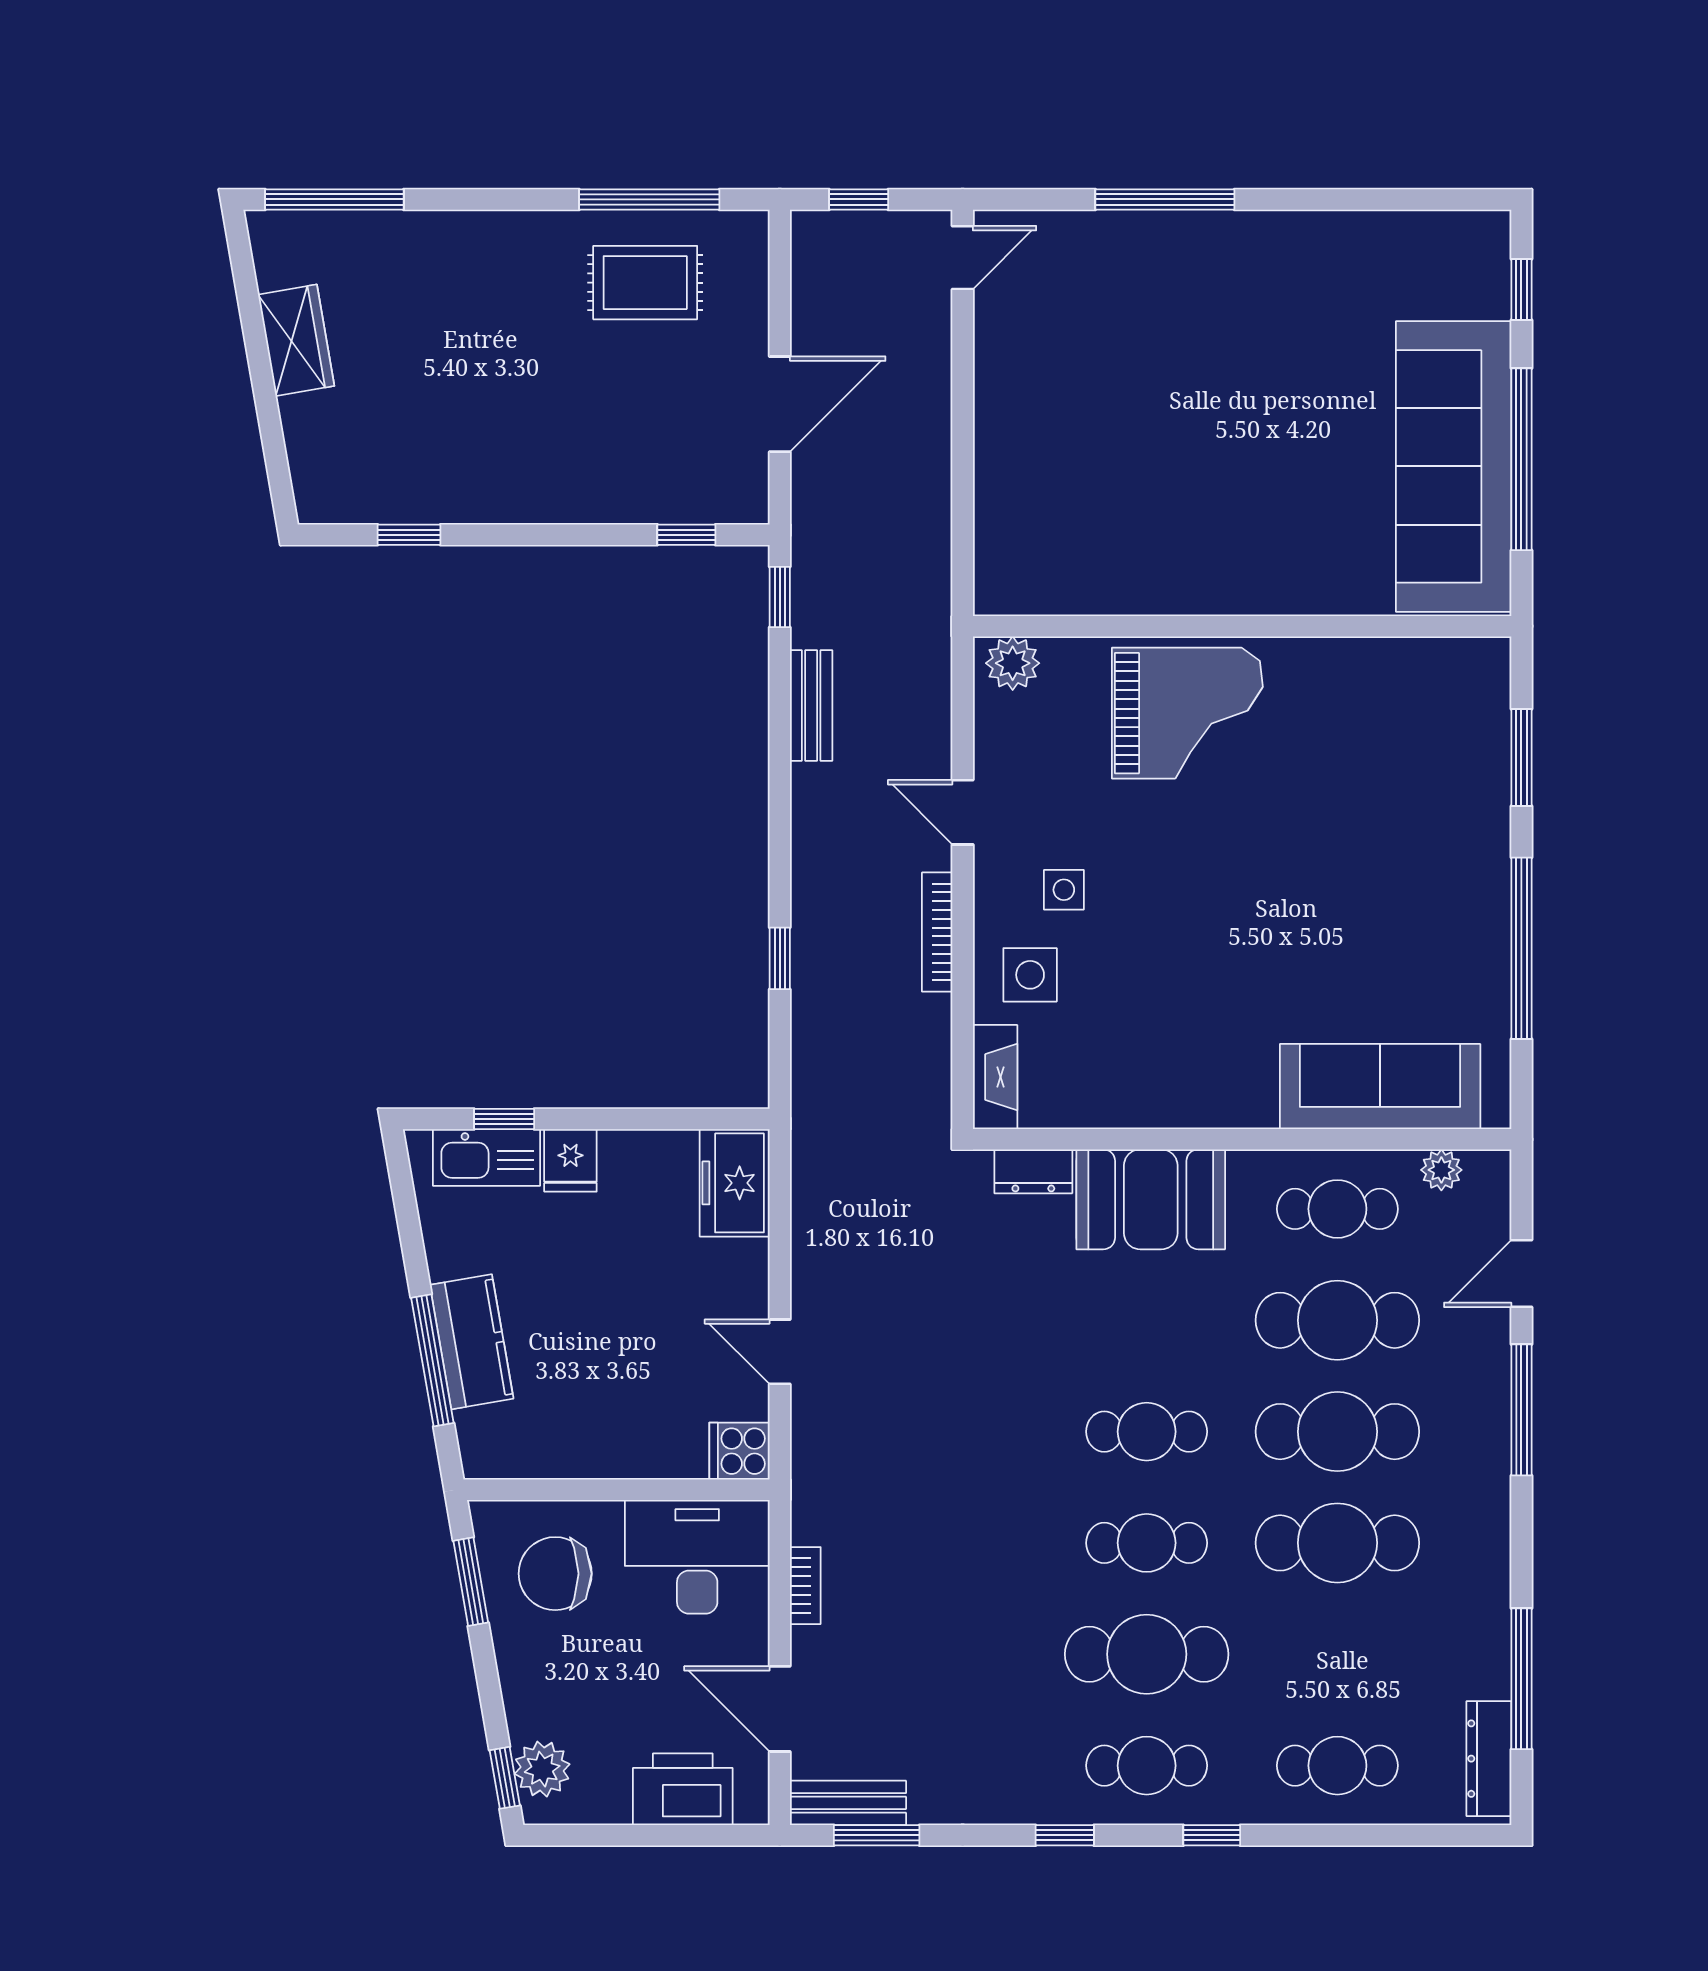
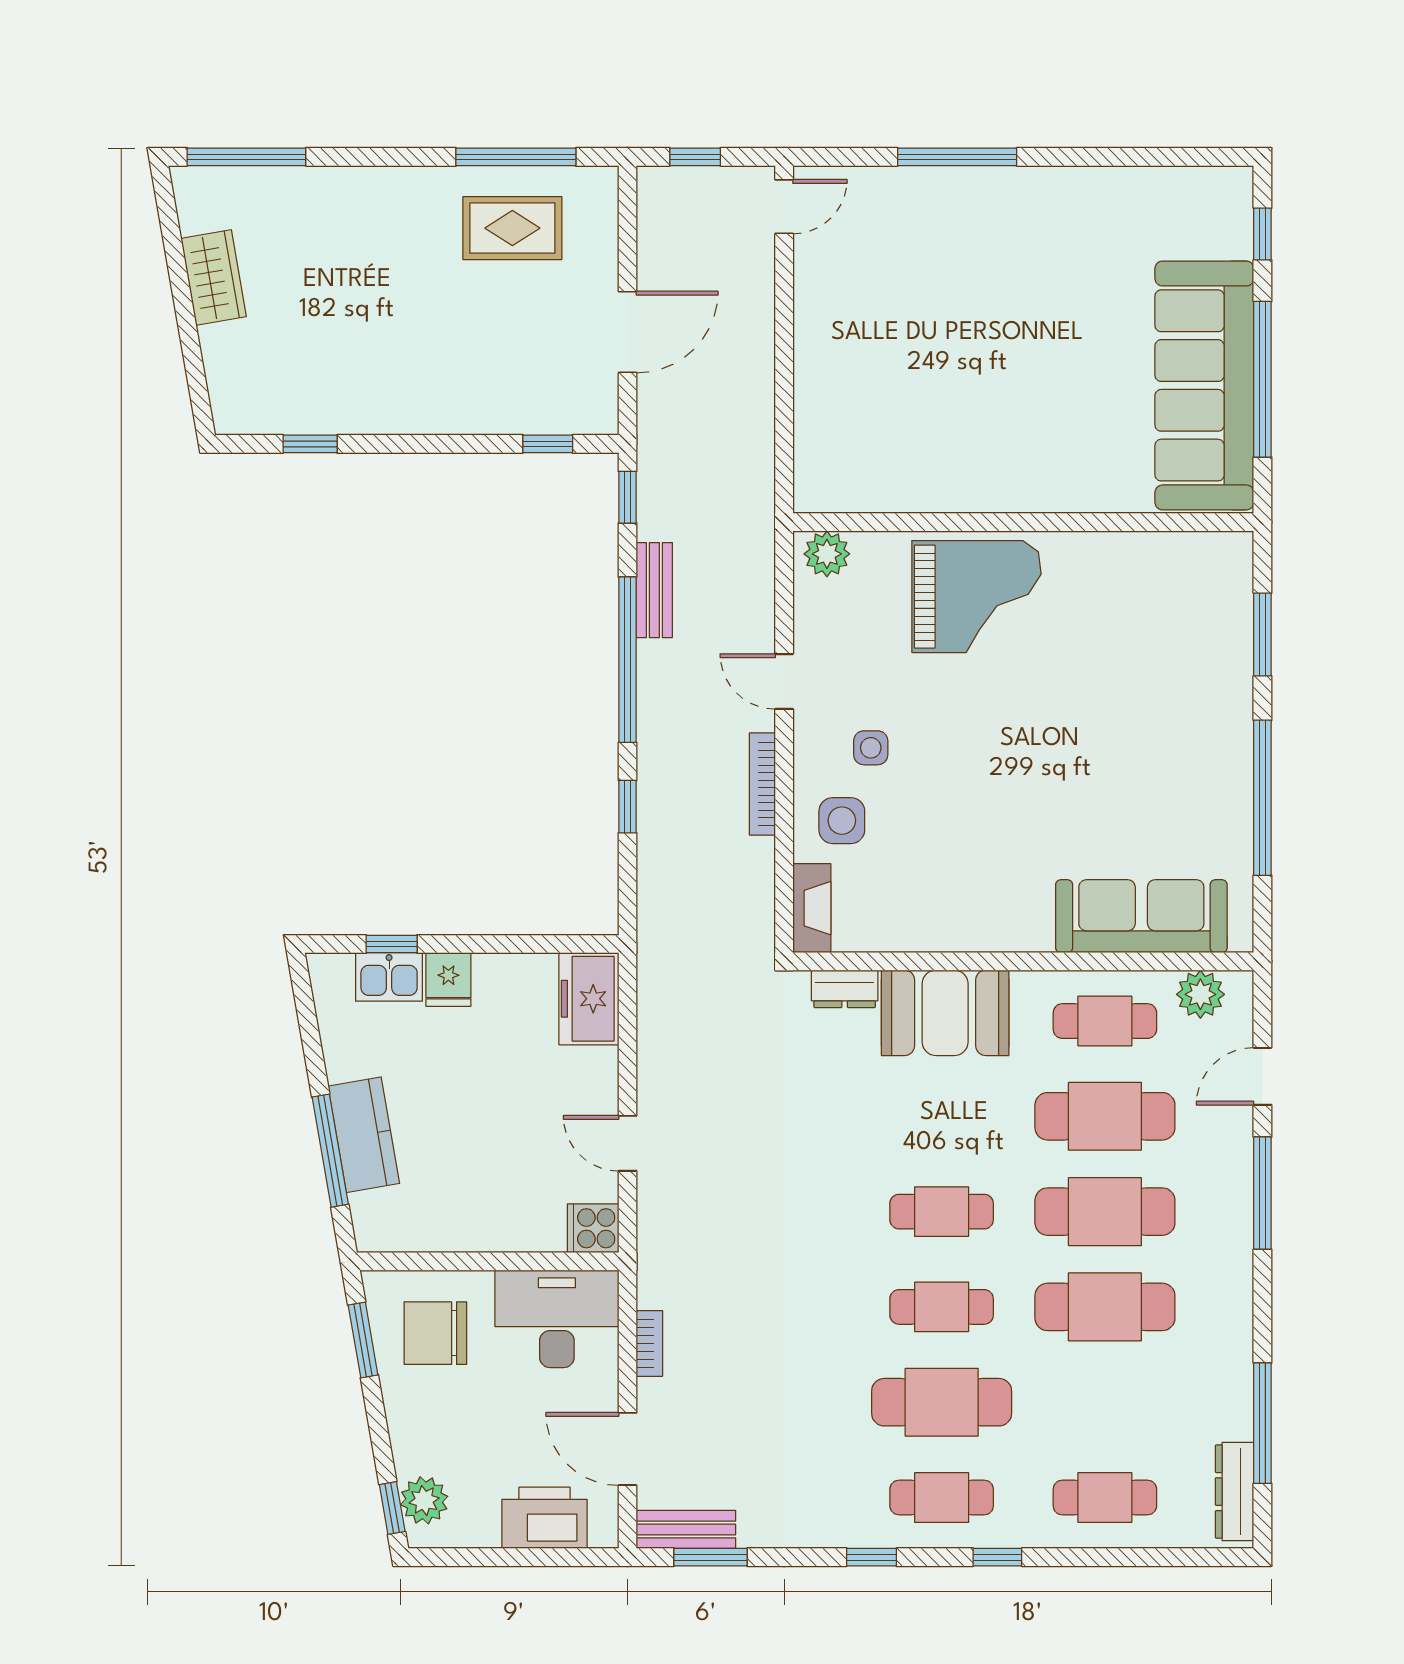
window: (780, 787) -> (628, 660), added
kitchen sink: (486, 1157) -> (389, 977), width x0.73
plant: (1441, 1170) -> (1200, 994), width x1.38, depth x1.38

